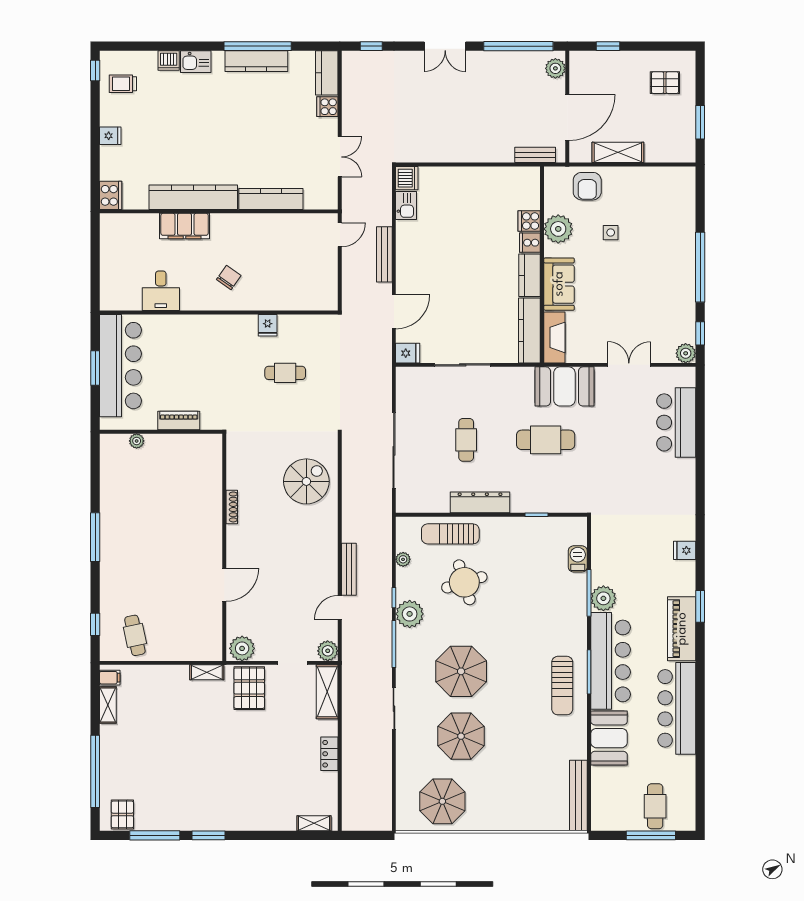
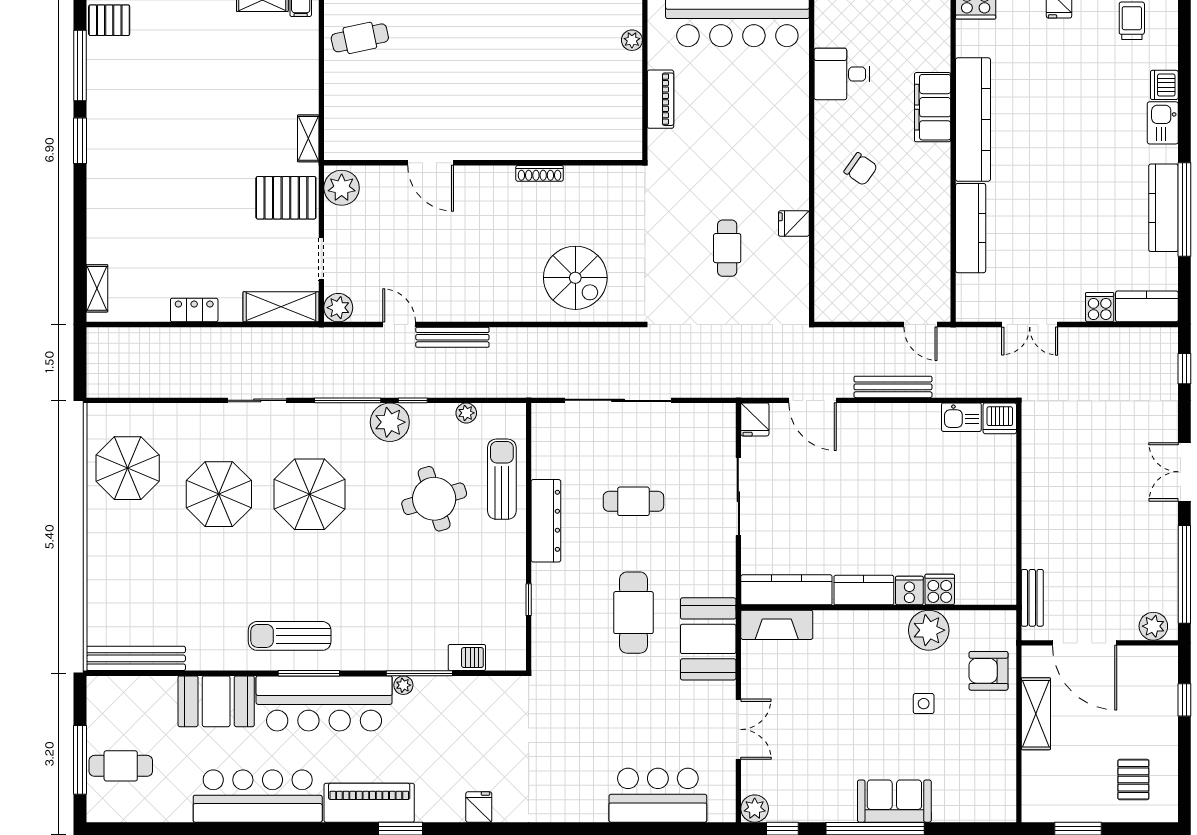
sofa: (559, 284) -> (894, 801), moved, turned 180
plant: (603, 598) -> (403, 685), width x0.53, depth x0.53

